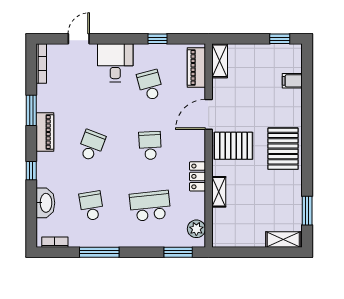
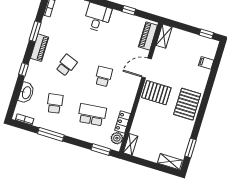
school desk: (150, 85) -> (115, 38), removed
locker: (197, 176) -> (123, 122), moved
shelving: (219, 192) -> (130, 144), moved

